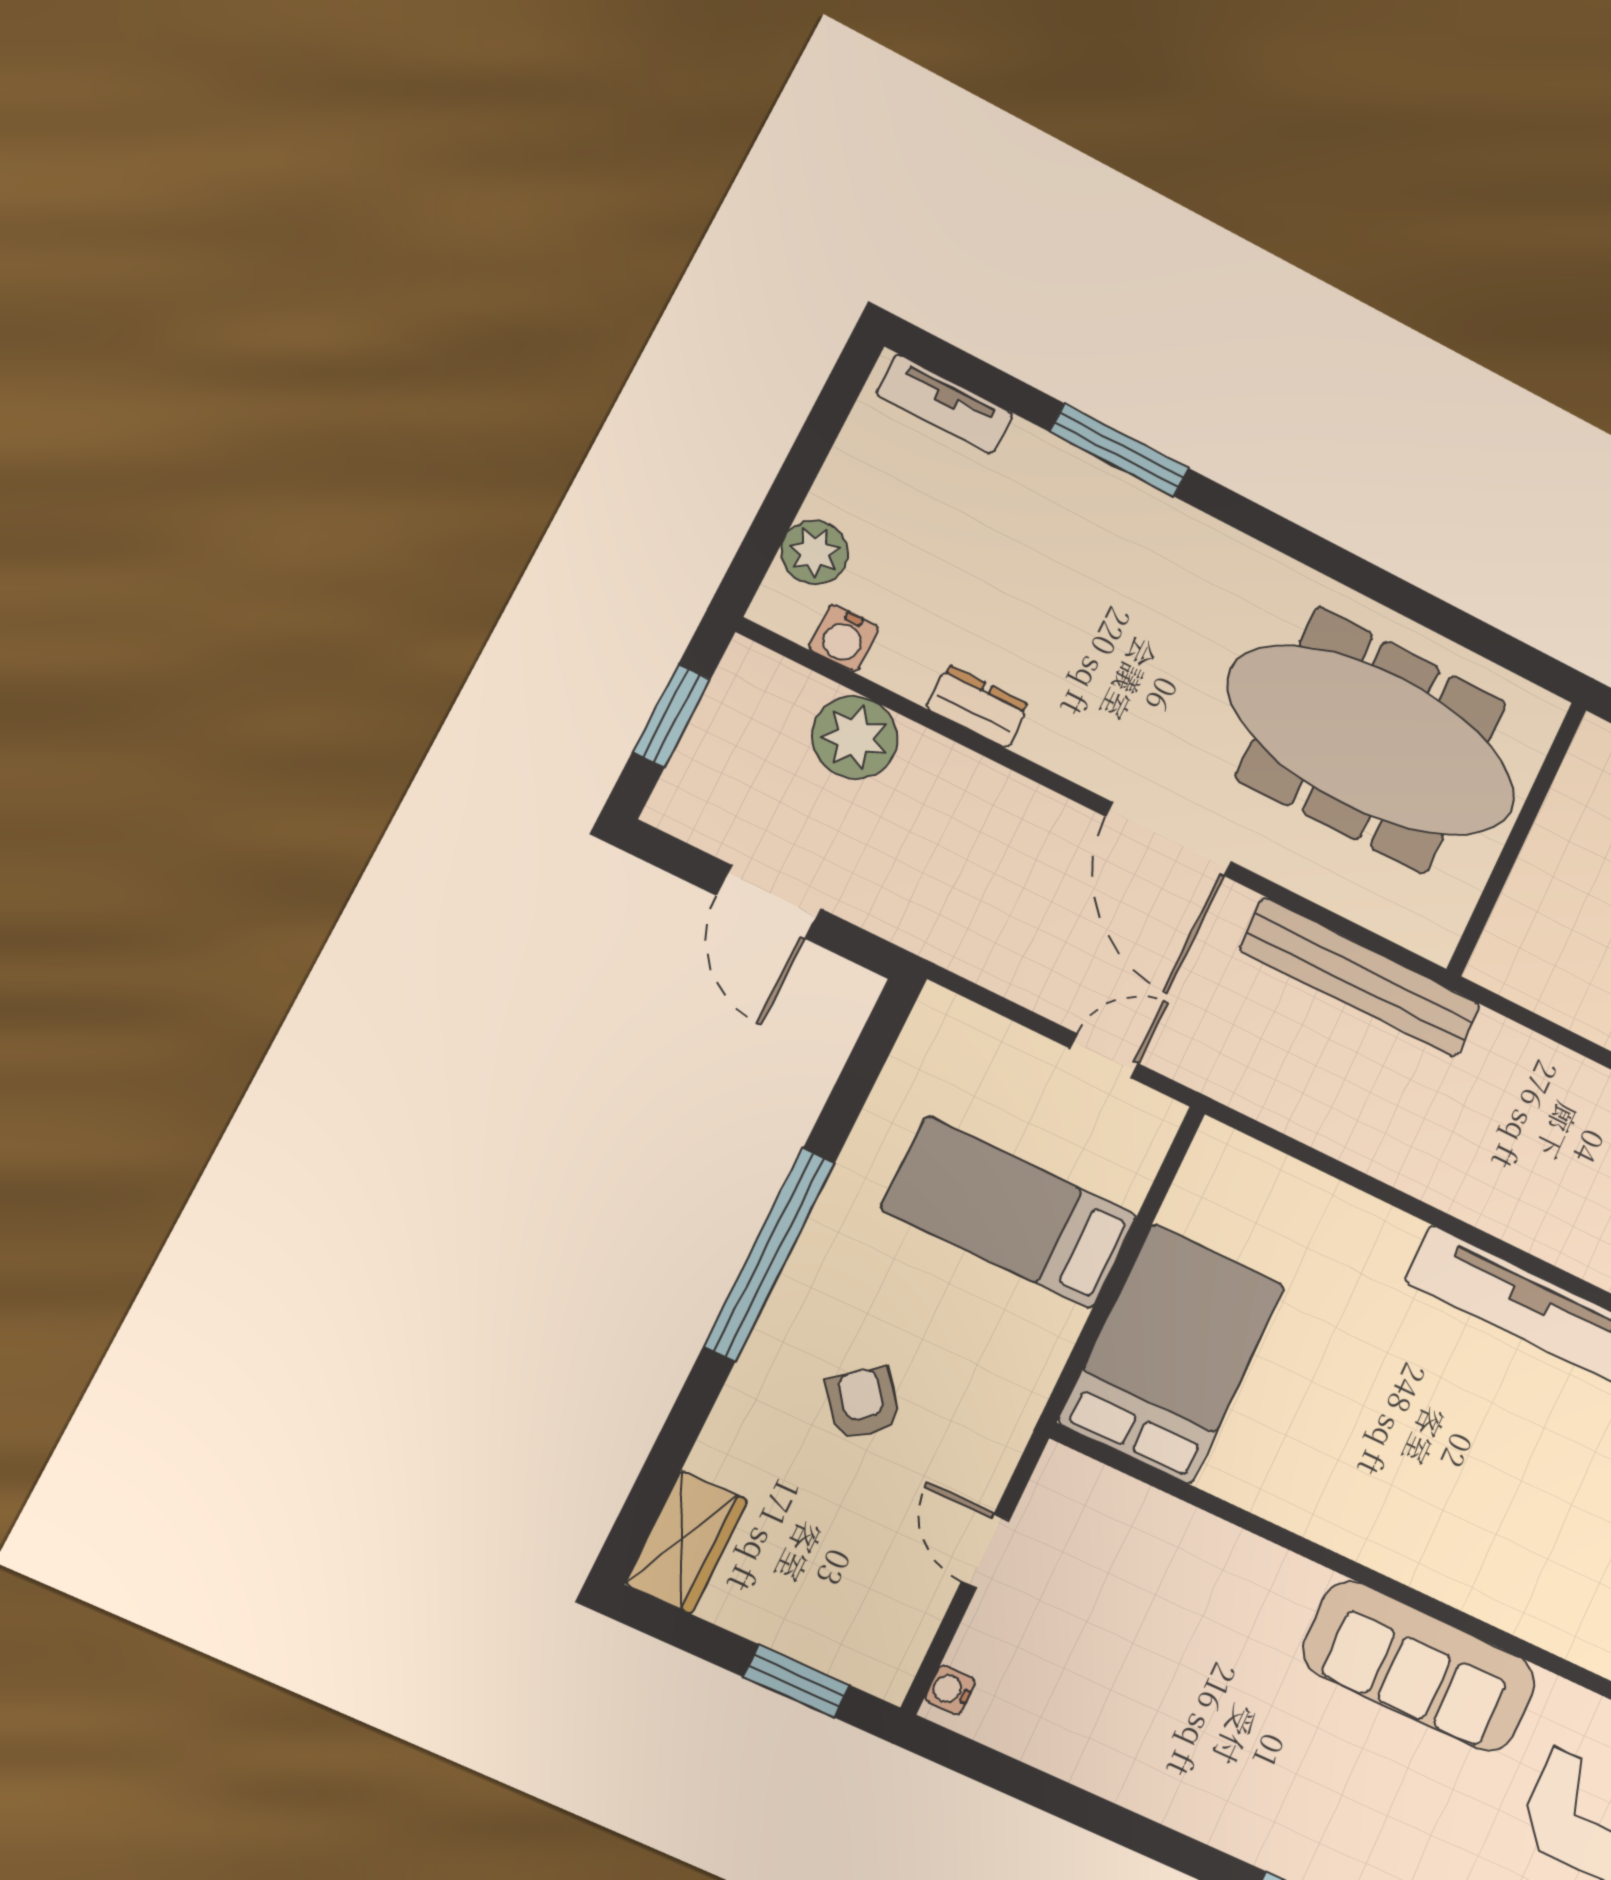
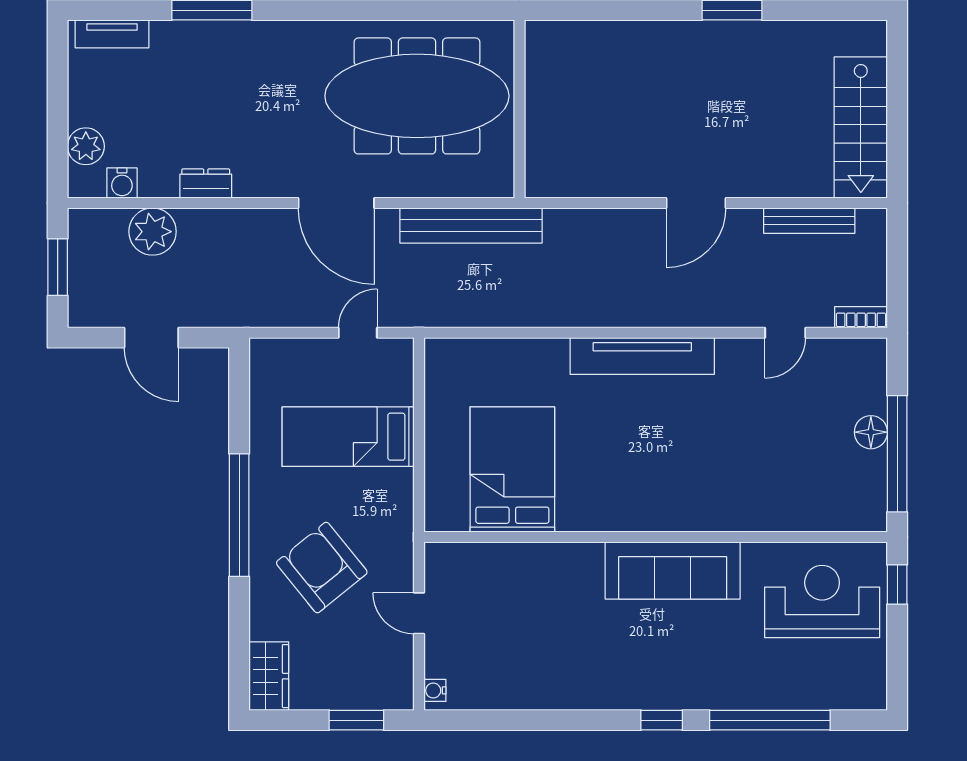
bed: (1172, 1354) -> (512, 469), moved
armchair: (863, 1403) -> (322, 568), width x1.88, depth x1.88

